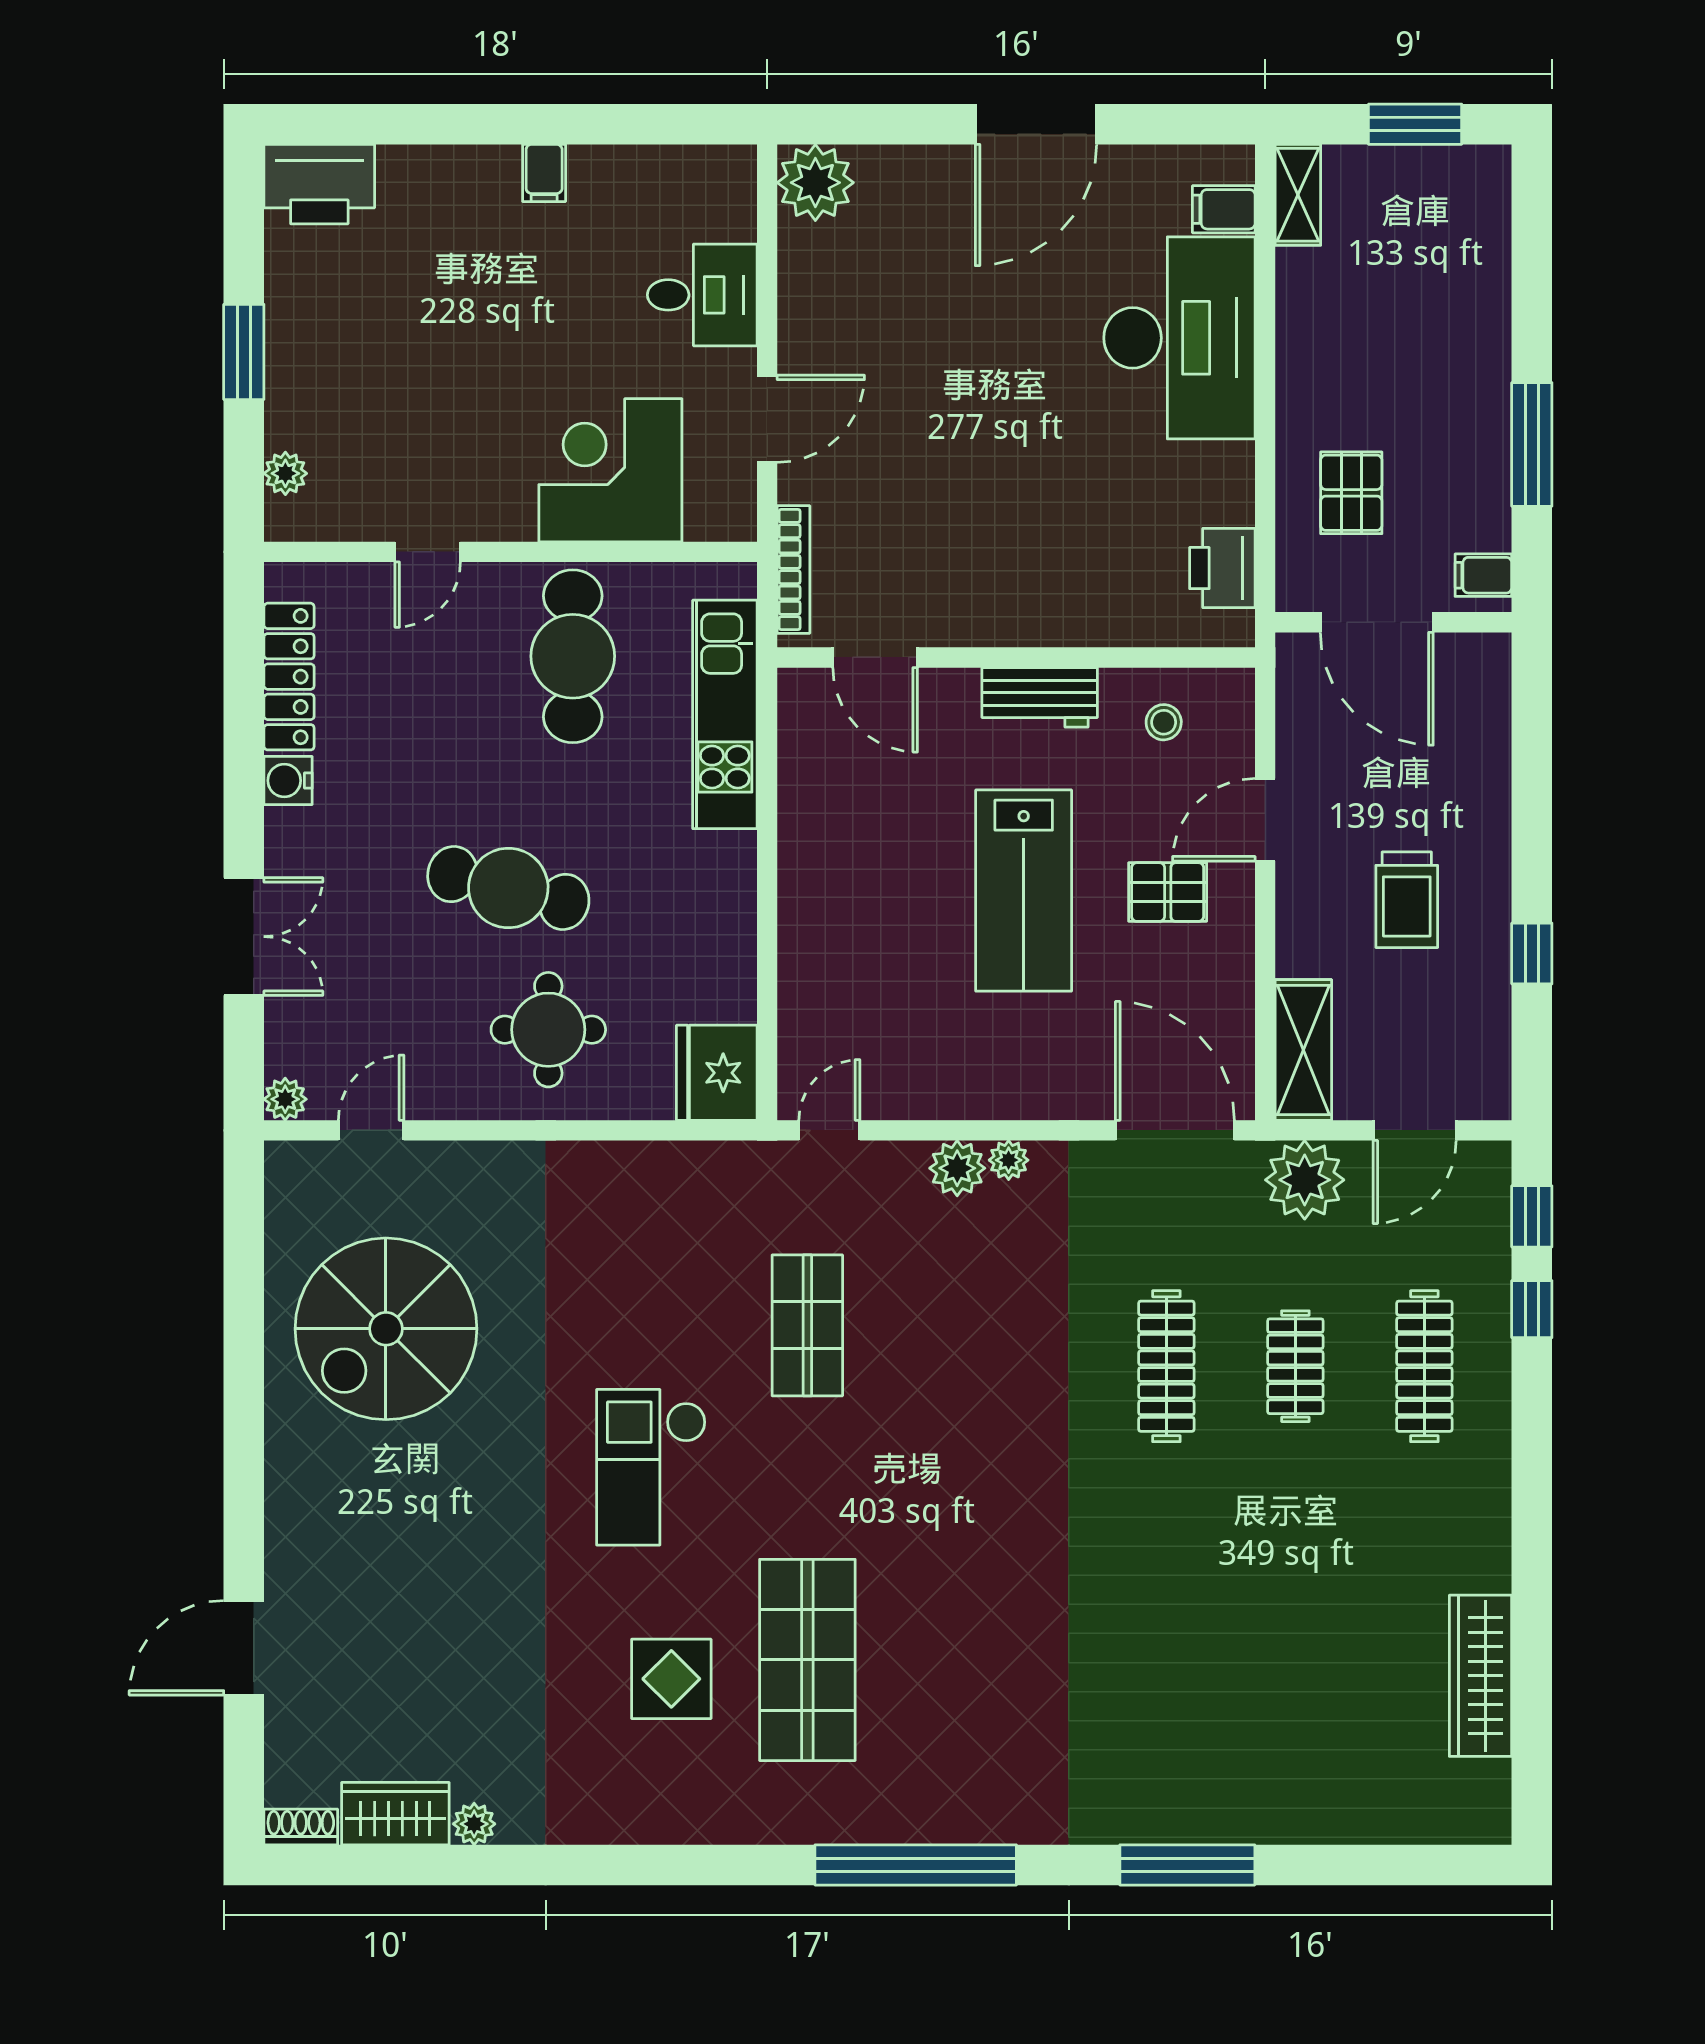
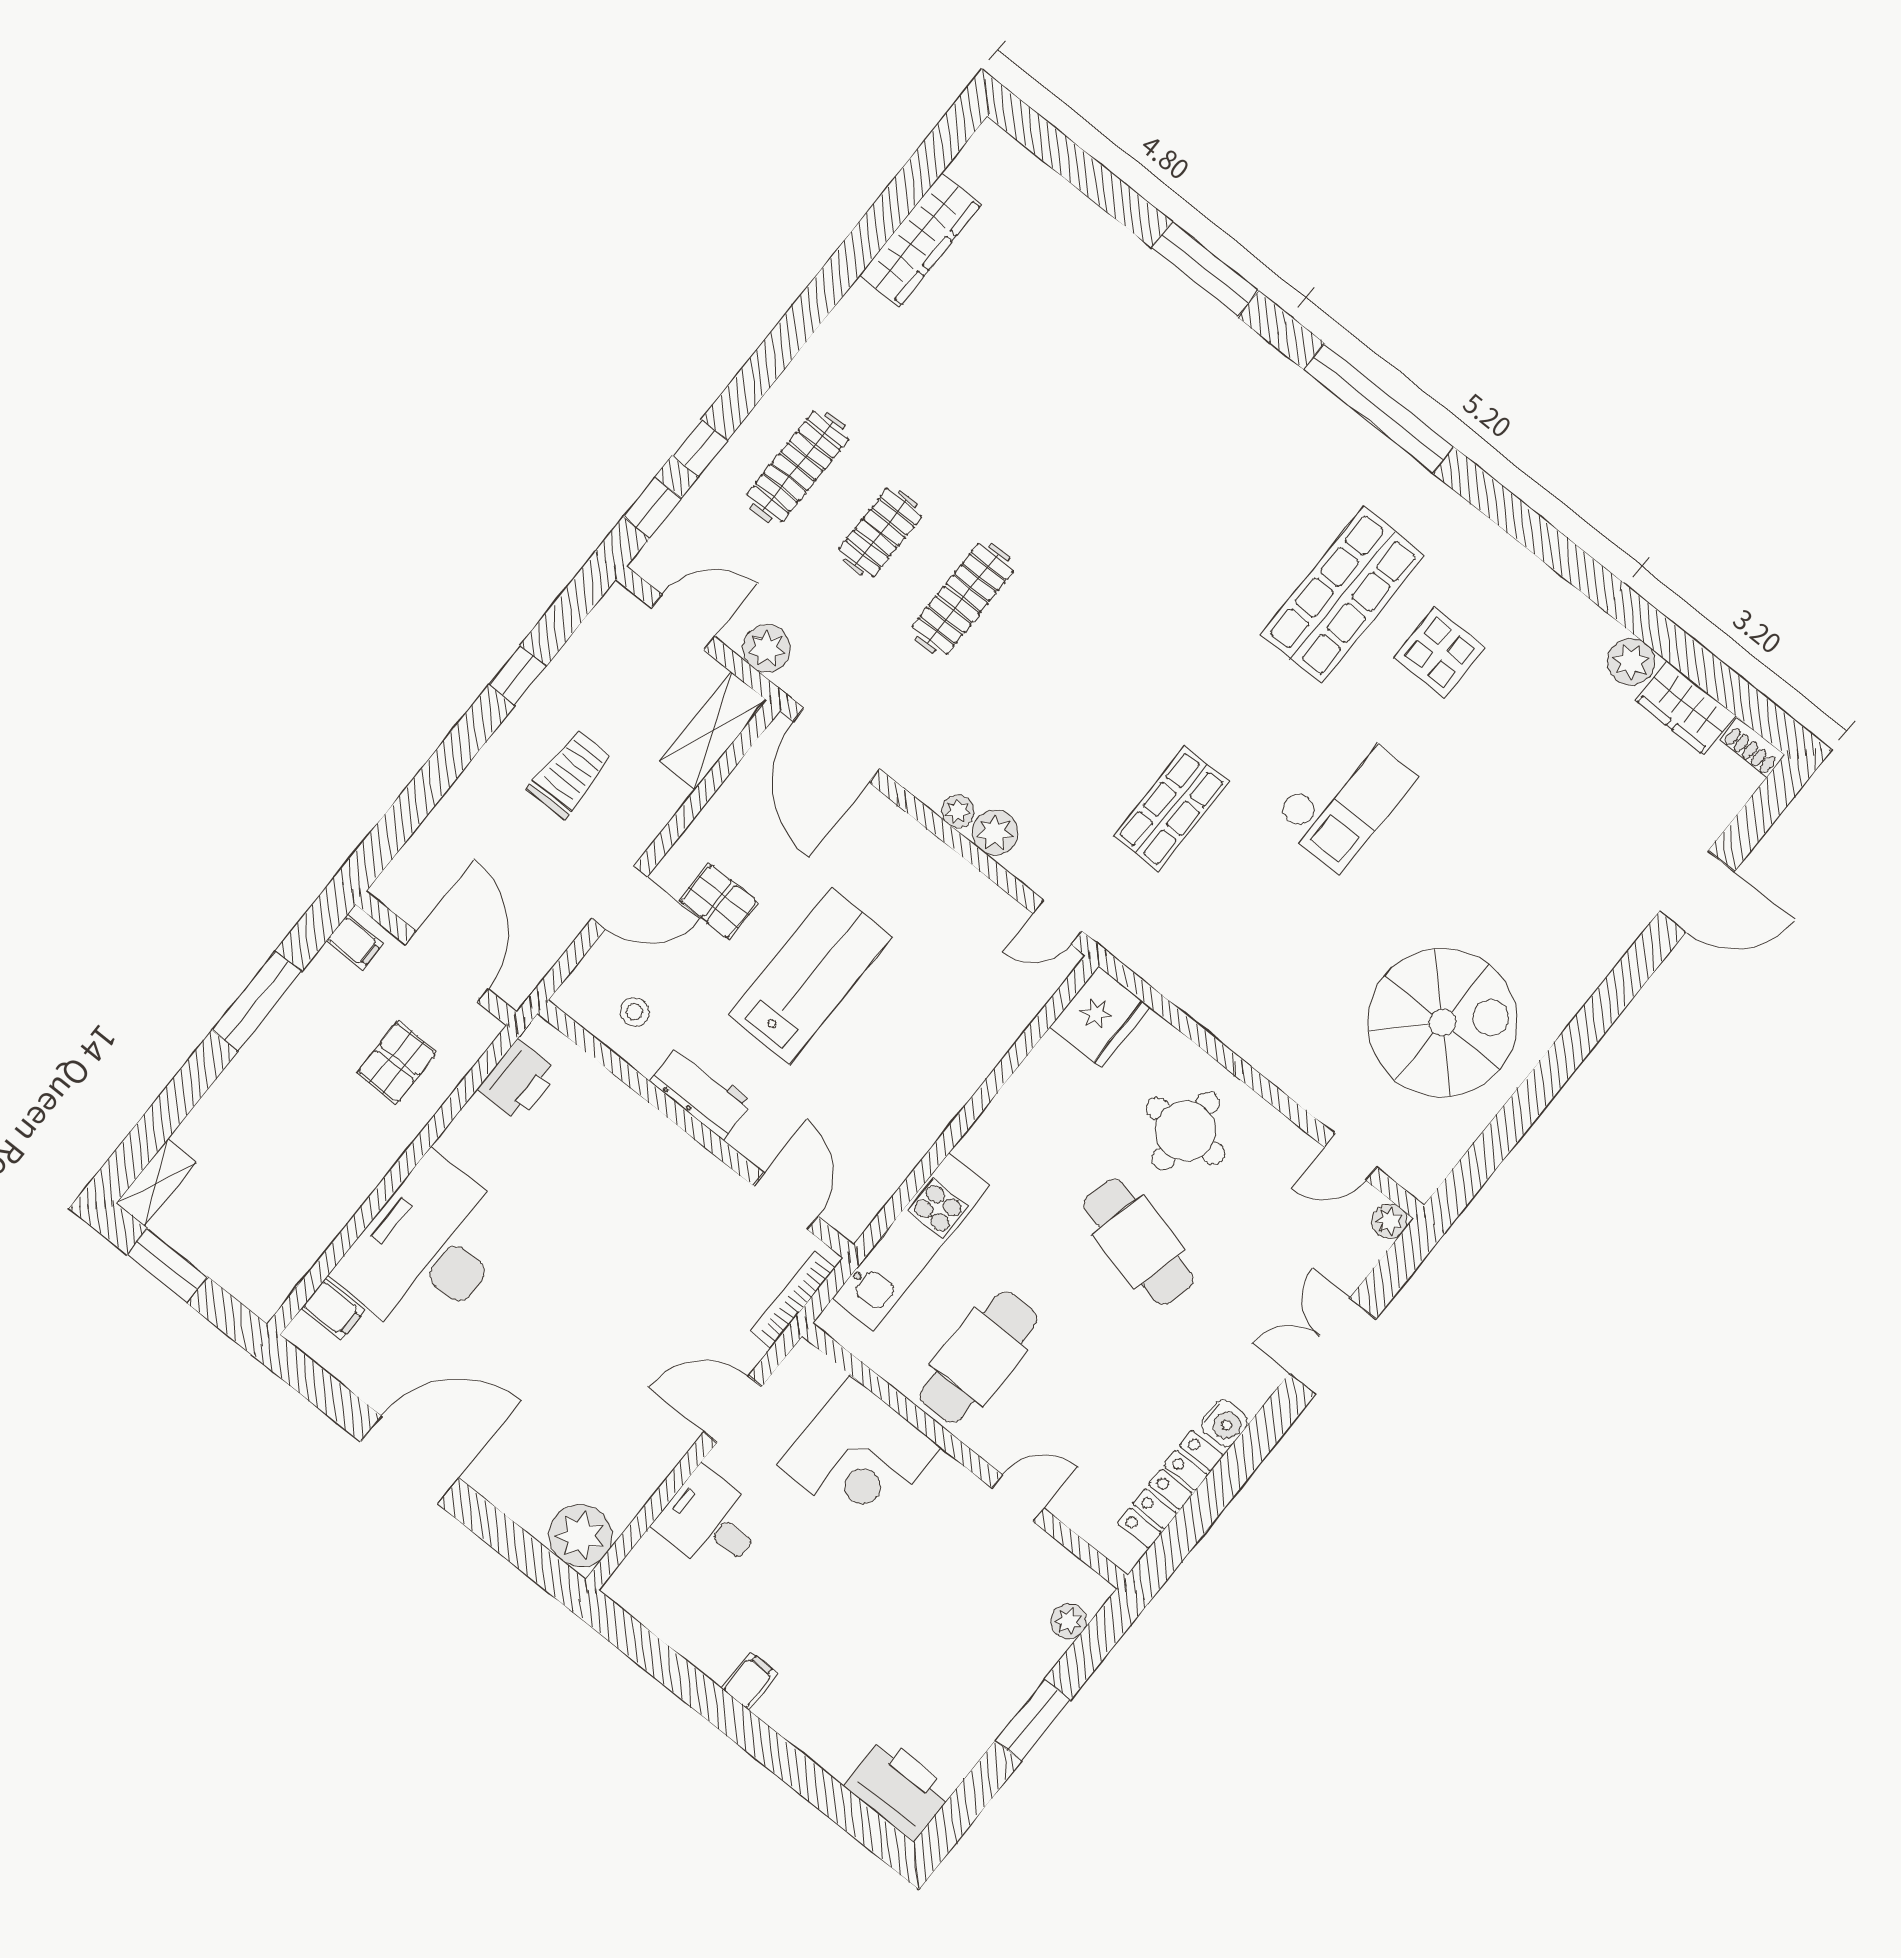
shelving: (1298, 195) -> (156, 1183), moved
plant: (1305, 1180) -> (767, 648), width x0.73, depth x0.73
plant: (474, 1824) -> (1631, 662), width x1.38, depth x1.38

